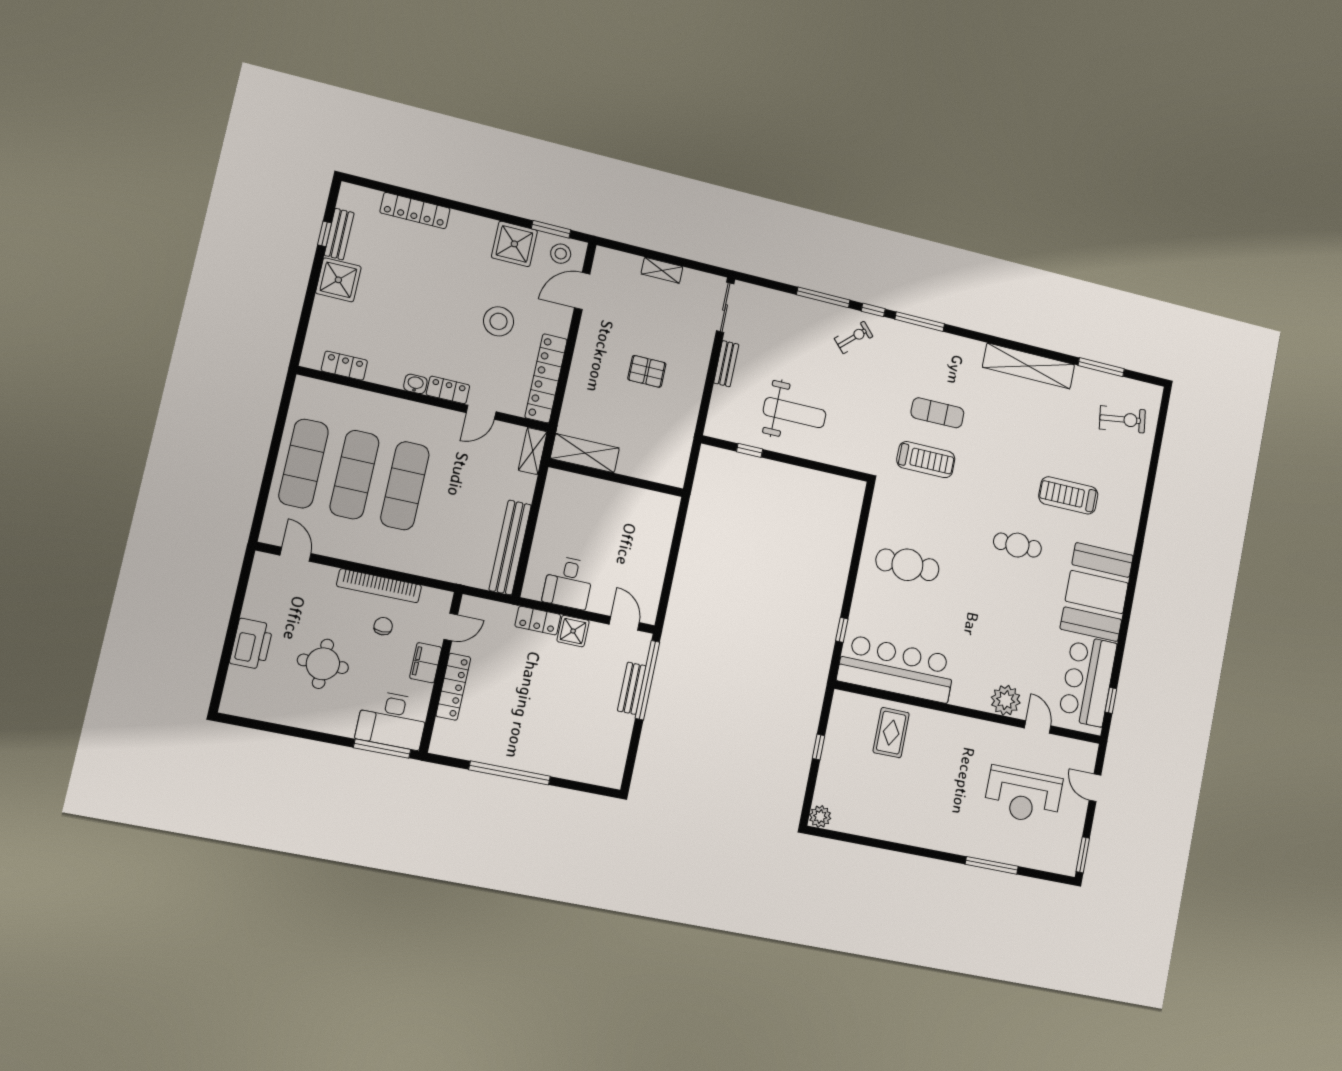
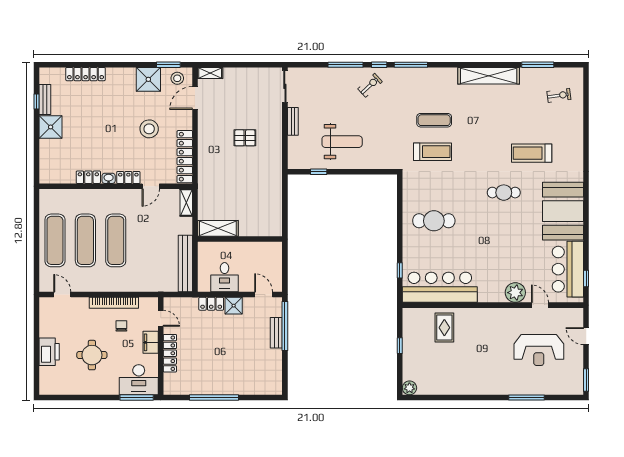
shelving: (662, 270) -> (210, 73), moved
locker: (344, 366) -> (88, 177), moved
exercise bike: (1122, 419) -> (559, 95), width x0.73, depth x0.72
shelving: (585, 453) -> (218, 228), moved
wall: (616, 478) -> (240, 239), moved
door: (451, 627) -> (161, 318), hinge flipped

